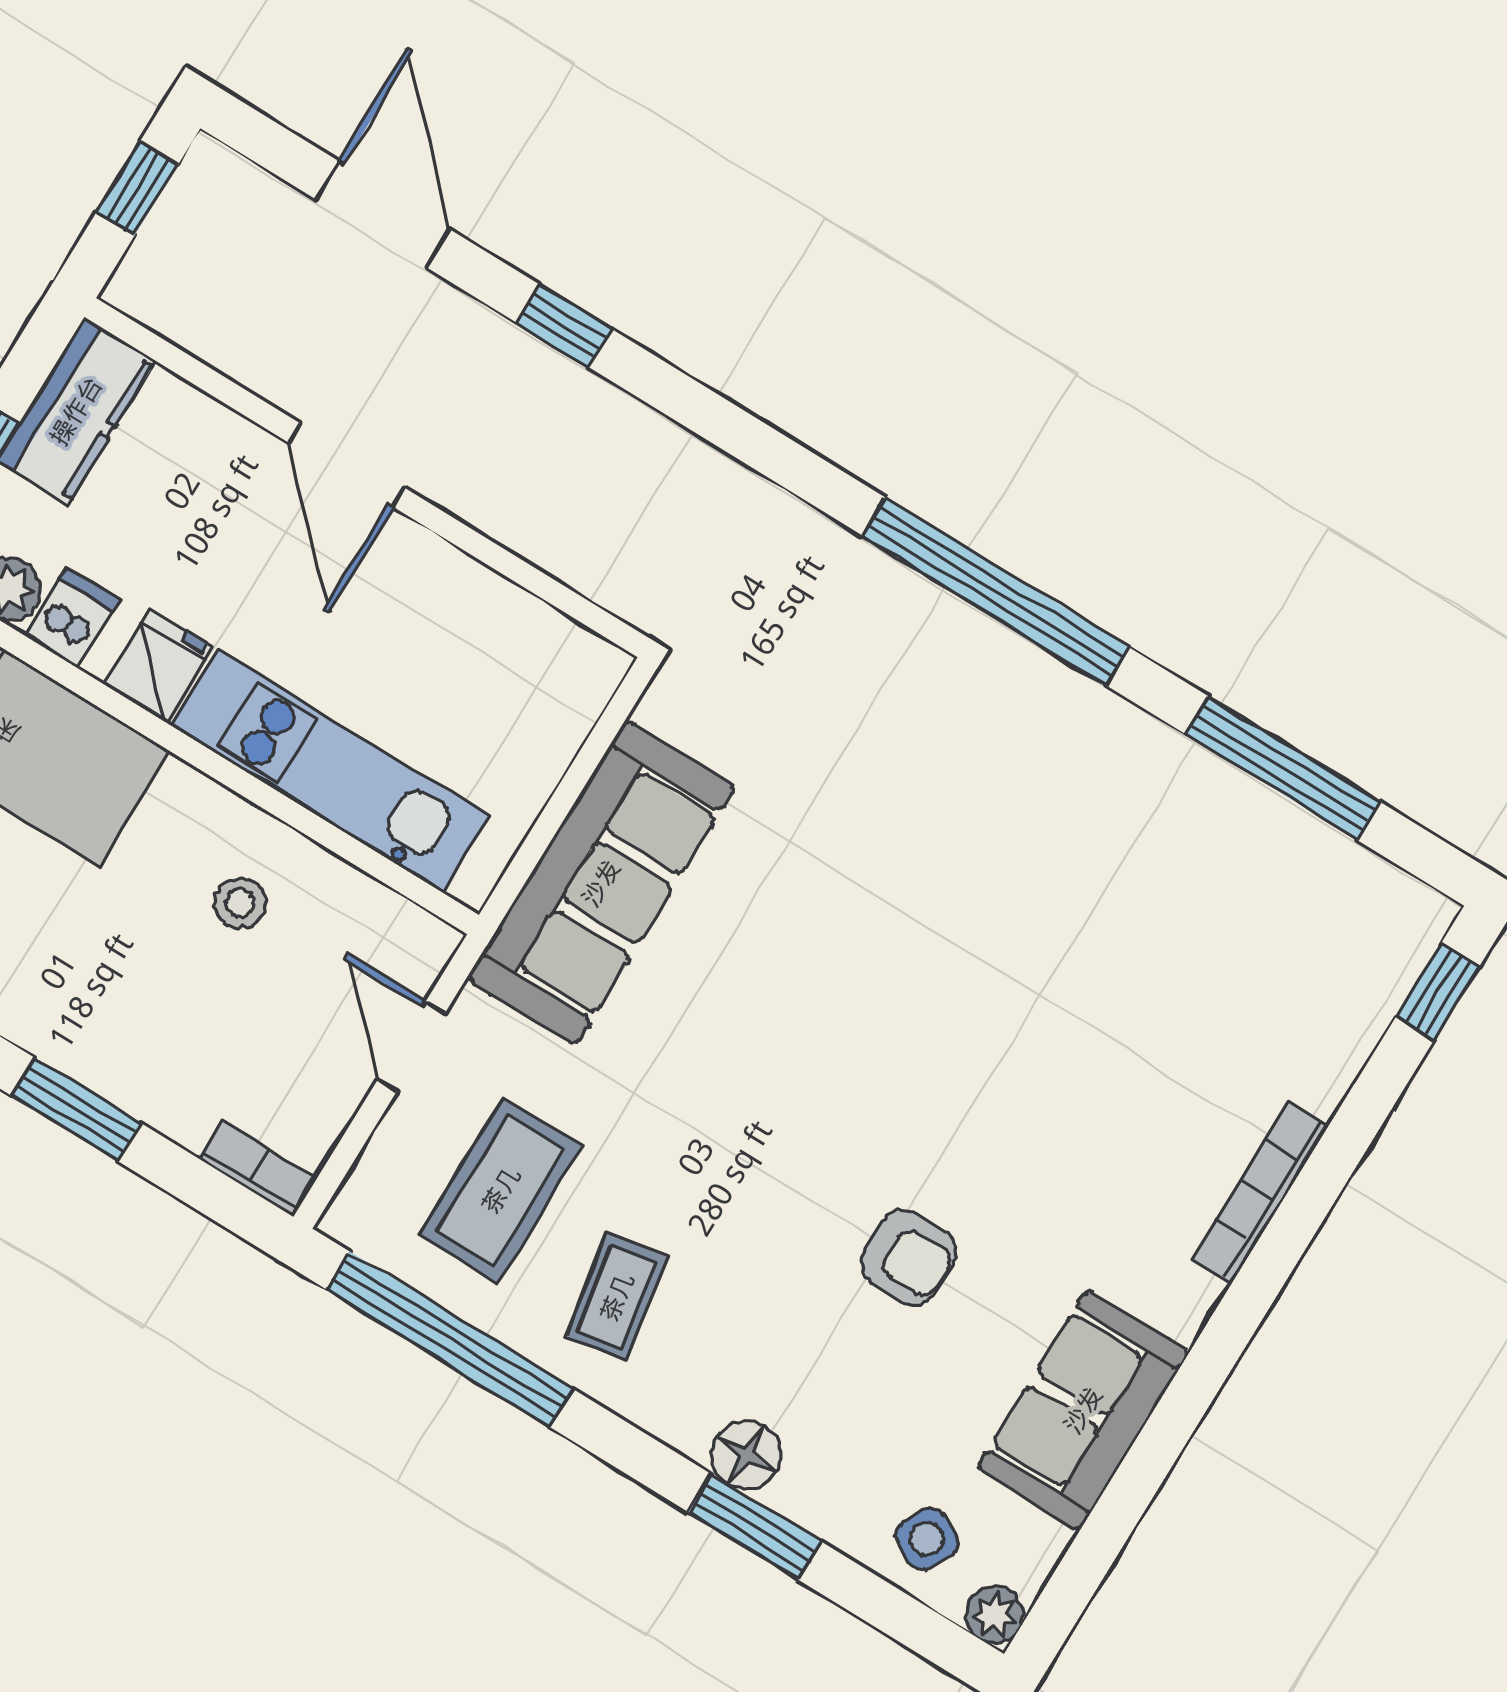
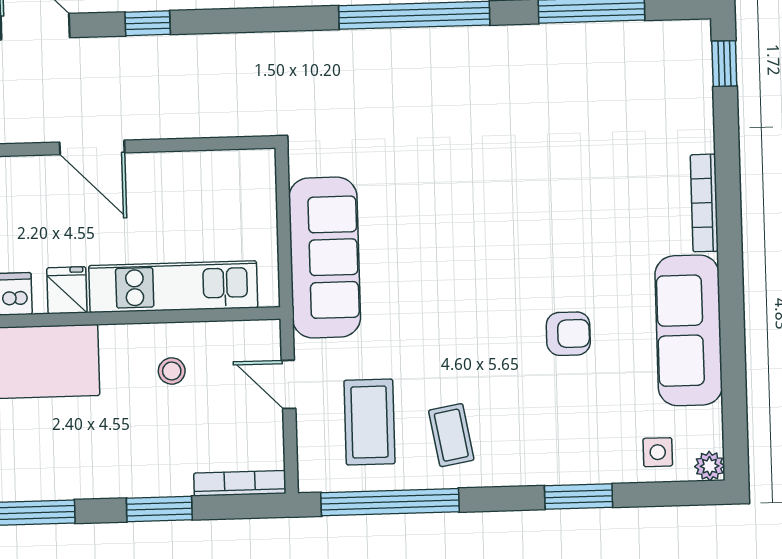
bookcase: (258, 1169) -> (240, 483), width x1.56
sofa: (1083, 1410) -> (689, 330), width x1.36
floor lamp: (746, 1455) -> (554, 468), removed
side table: (927, 1539) -> (658, 452), turned -30

